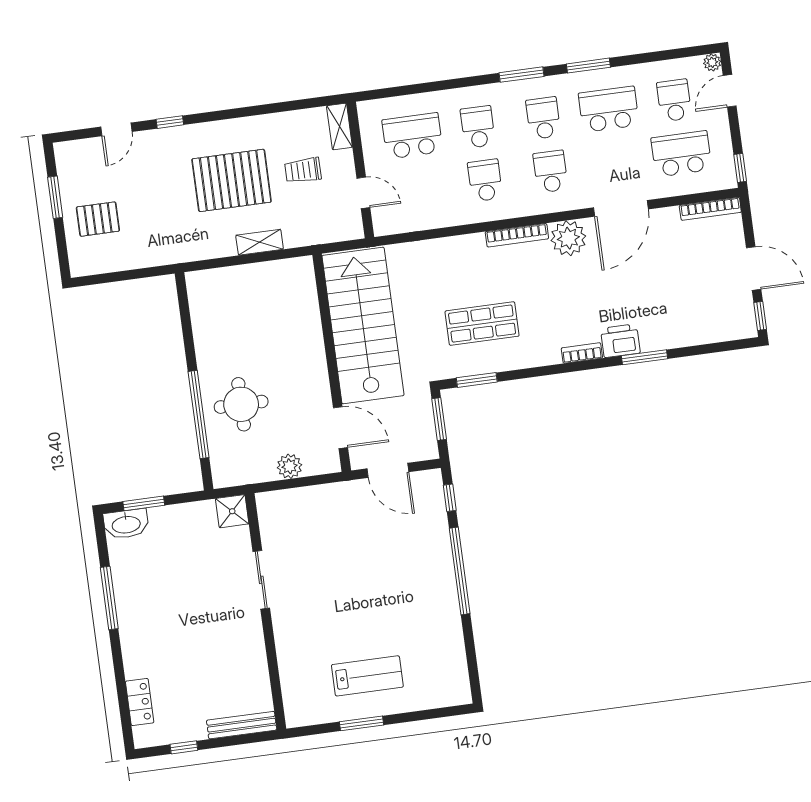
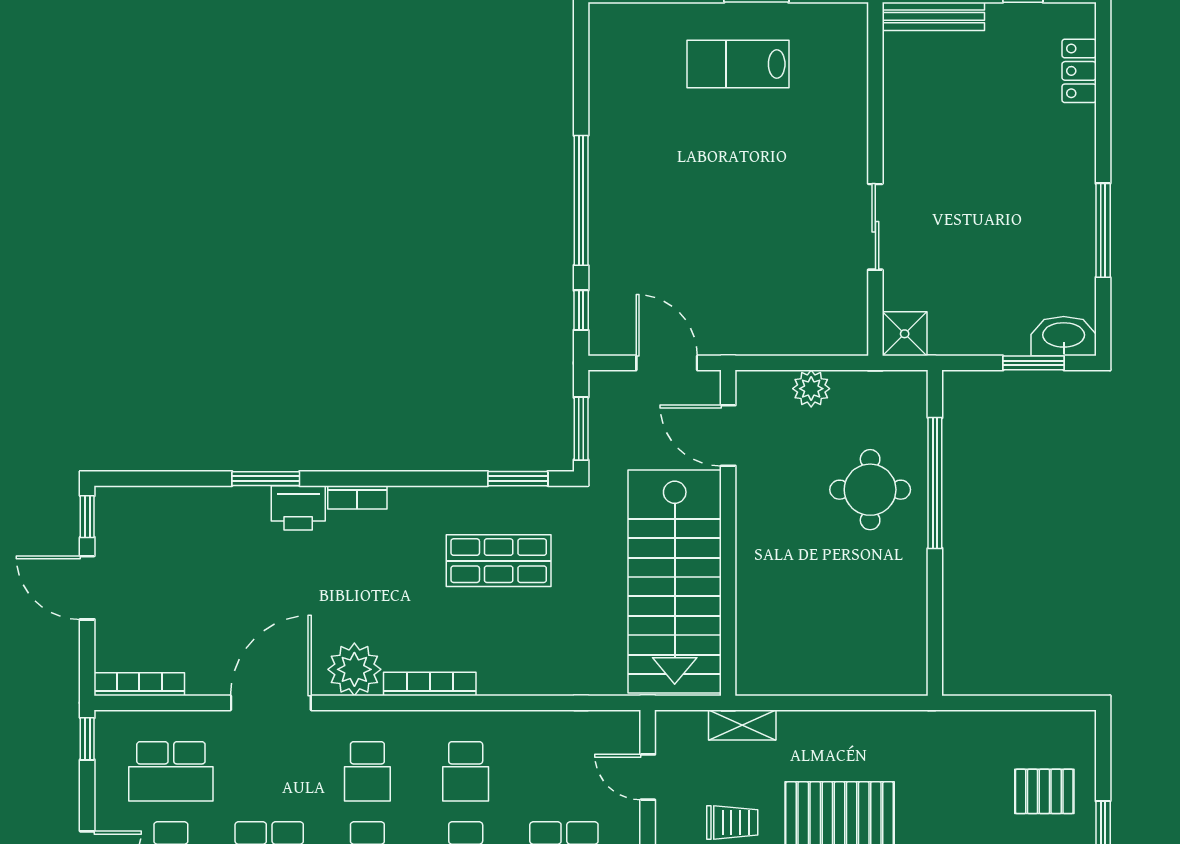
shelving: (260, 242) -> (742, 725), moved

